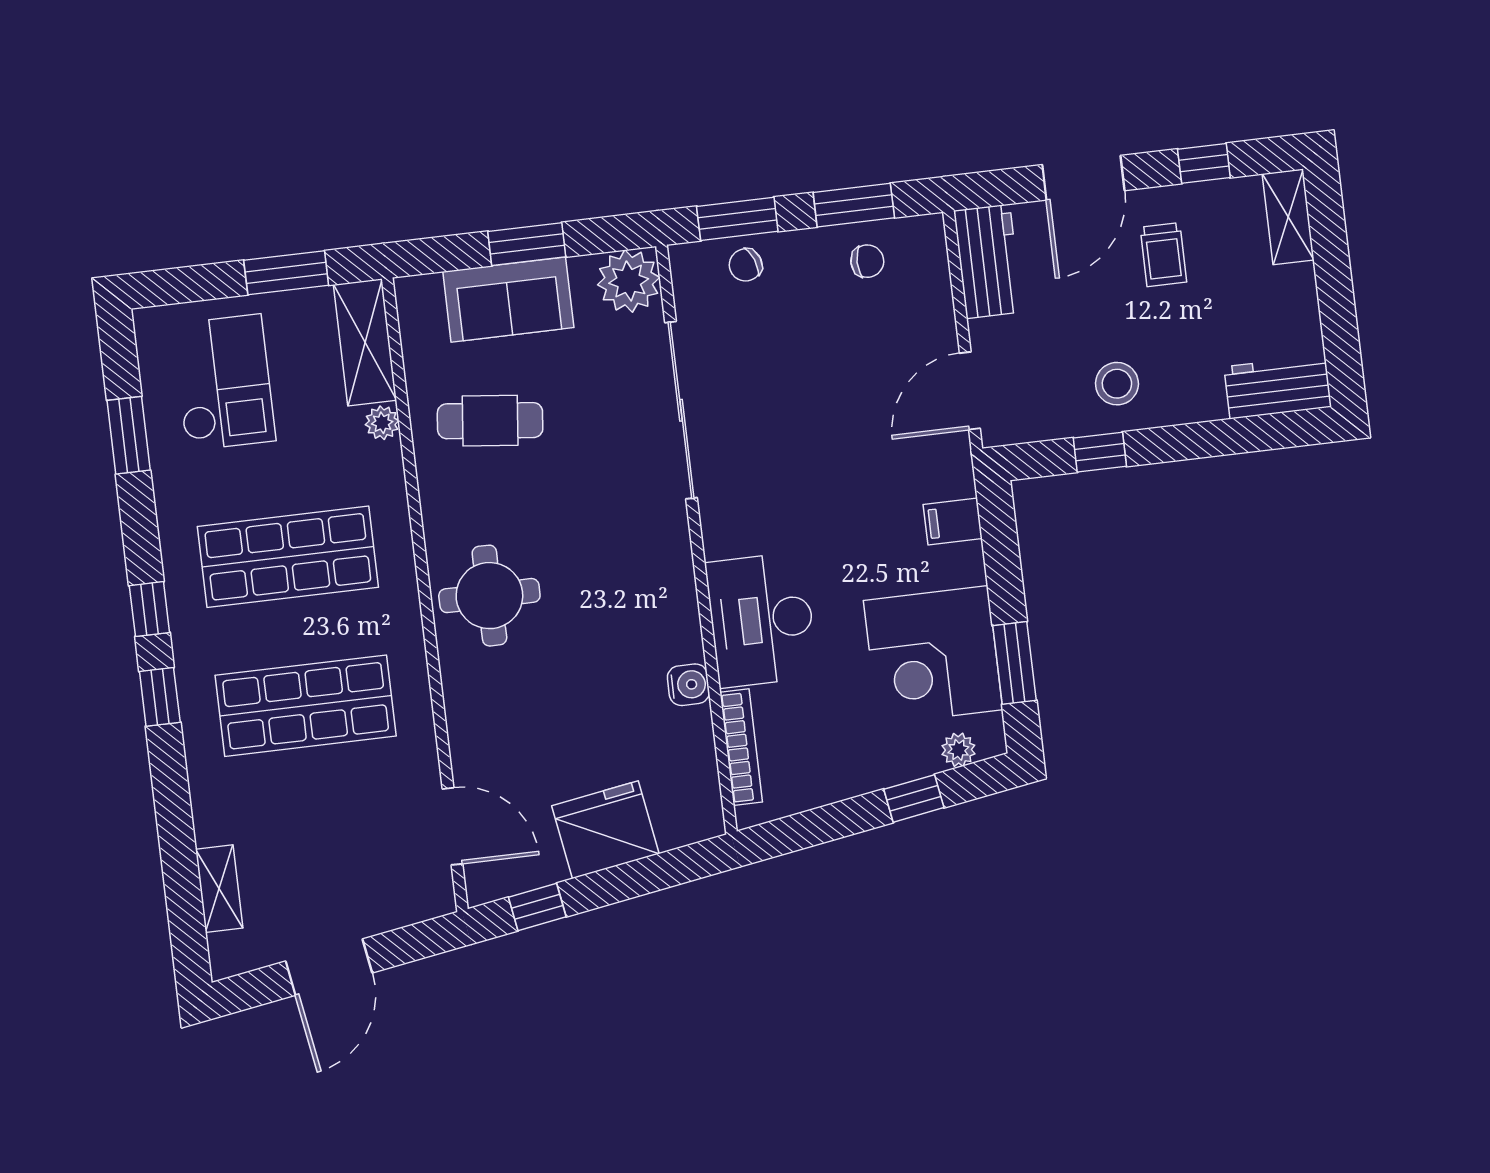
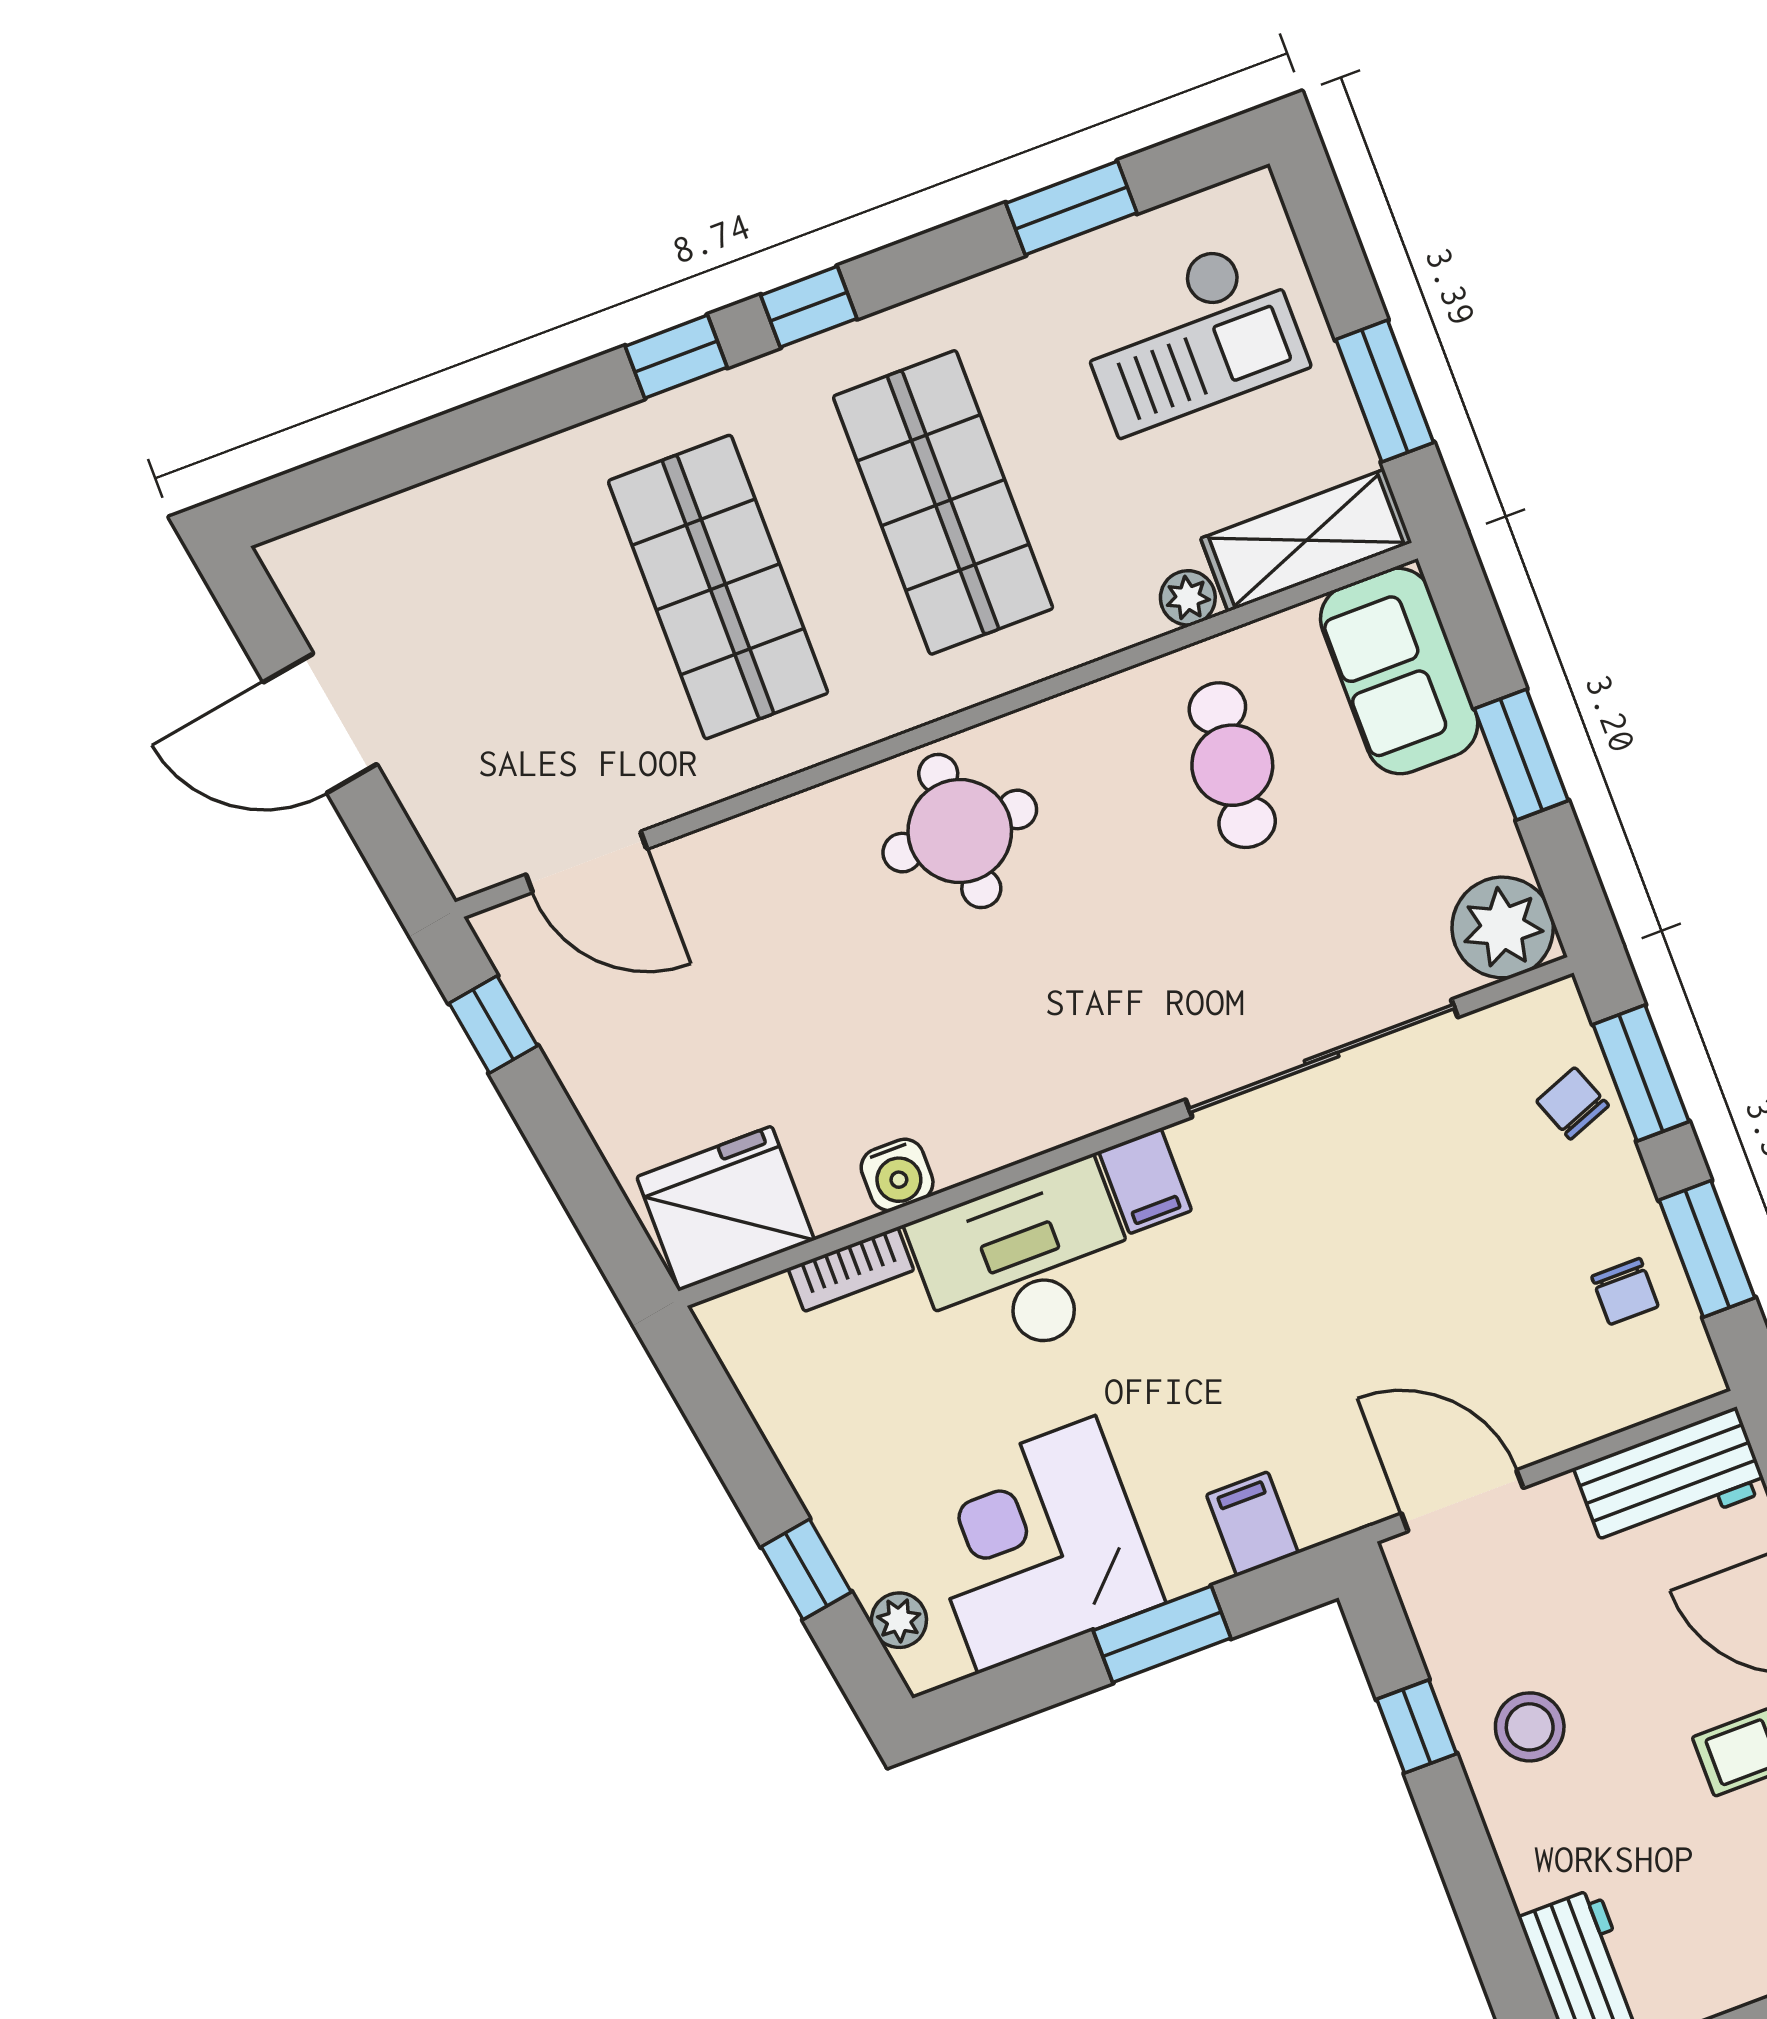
sofa: (508, 300) -> (1399, 671), moved
filing cabinet: (729, 535) -> (1145, 1181), added
window: (1014, 663) -> (1162, 1634), moved
bookcase: (741, 747) -> (851, 1269), width x0.64
door: (453, 826) -> (587, 862), hinge flipped
fridge: (605, 830) -> (726, 1208), moved, turned -81
shelving: (219, 889) -> (400, 522), removed

